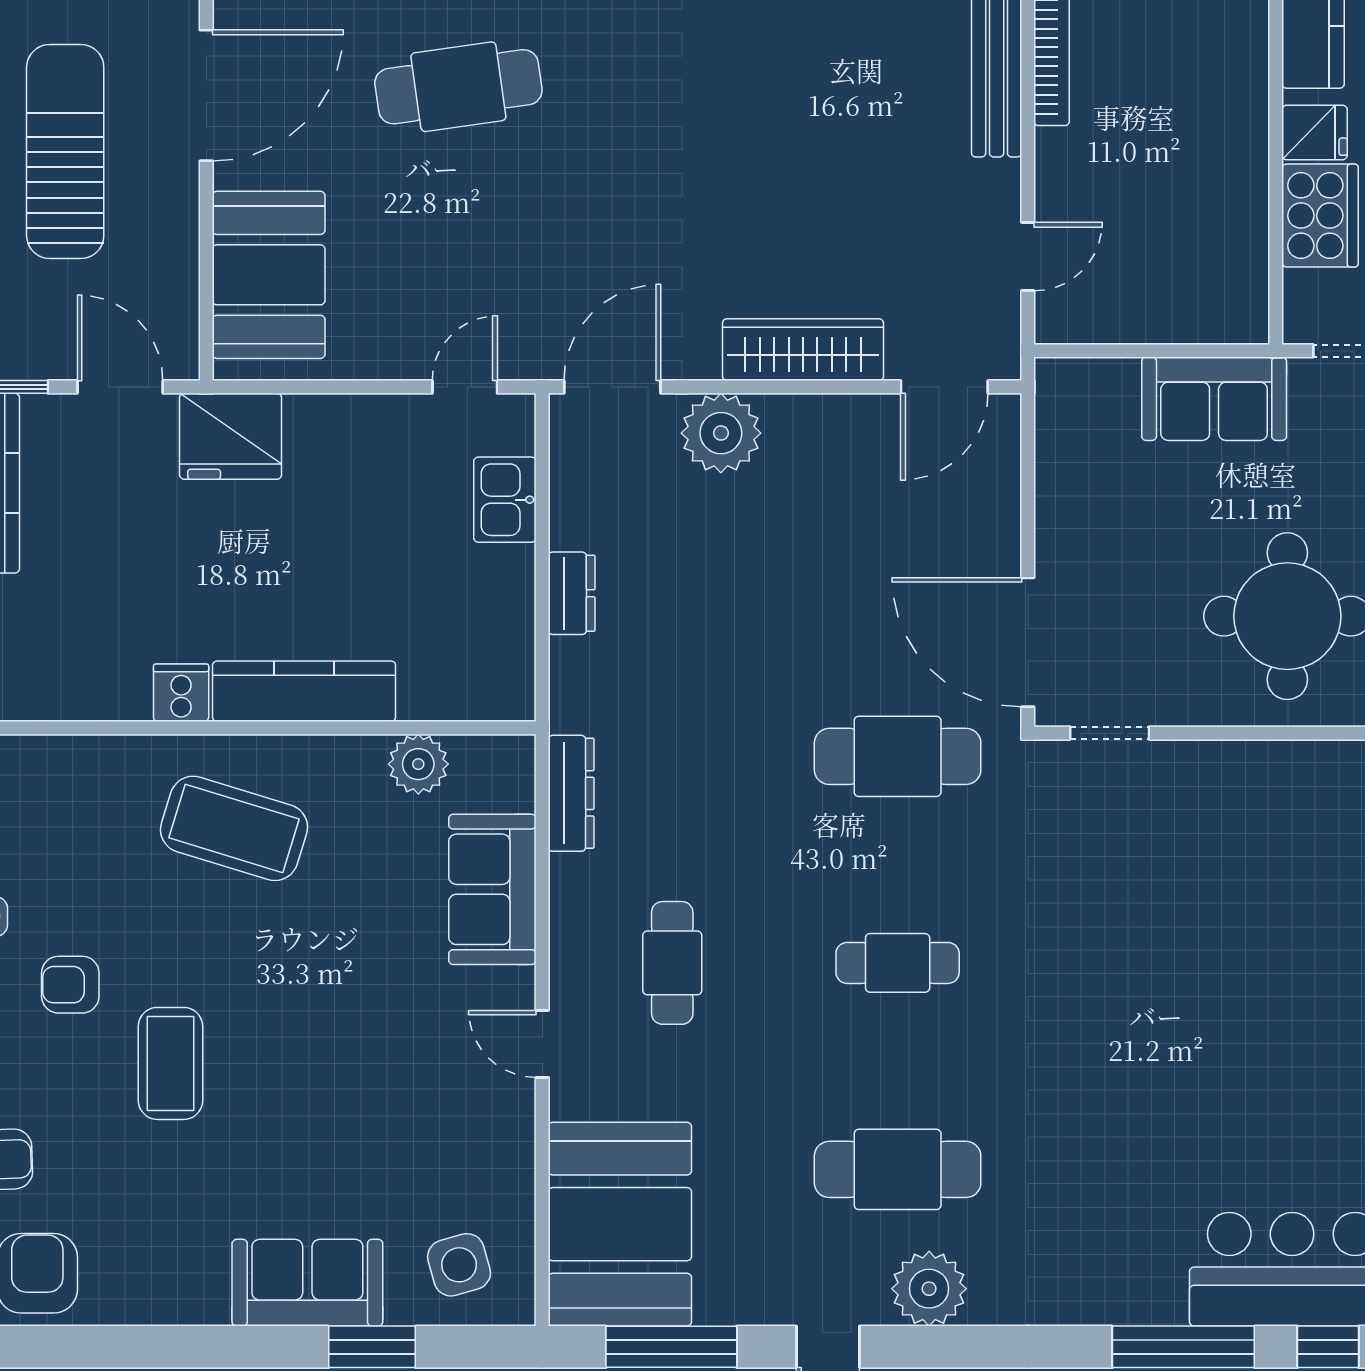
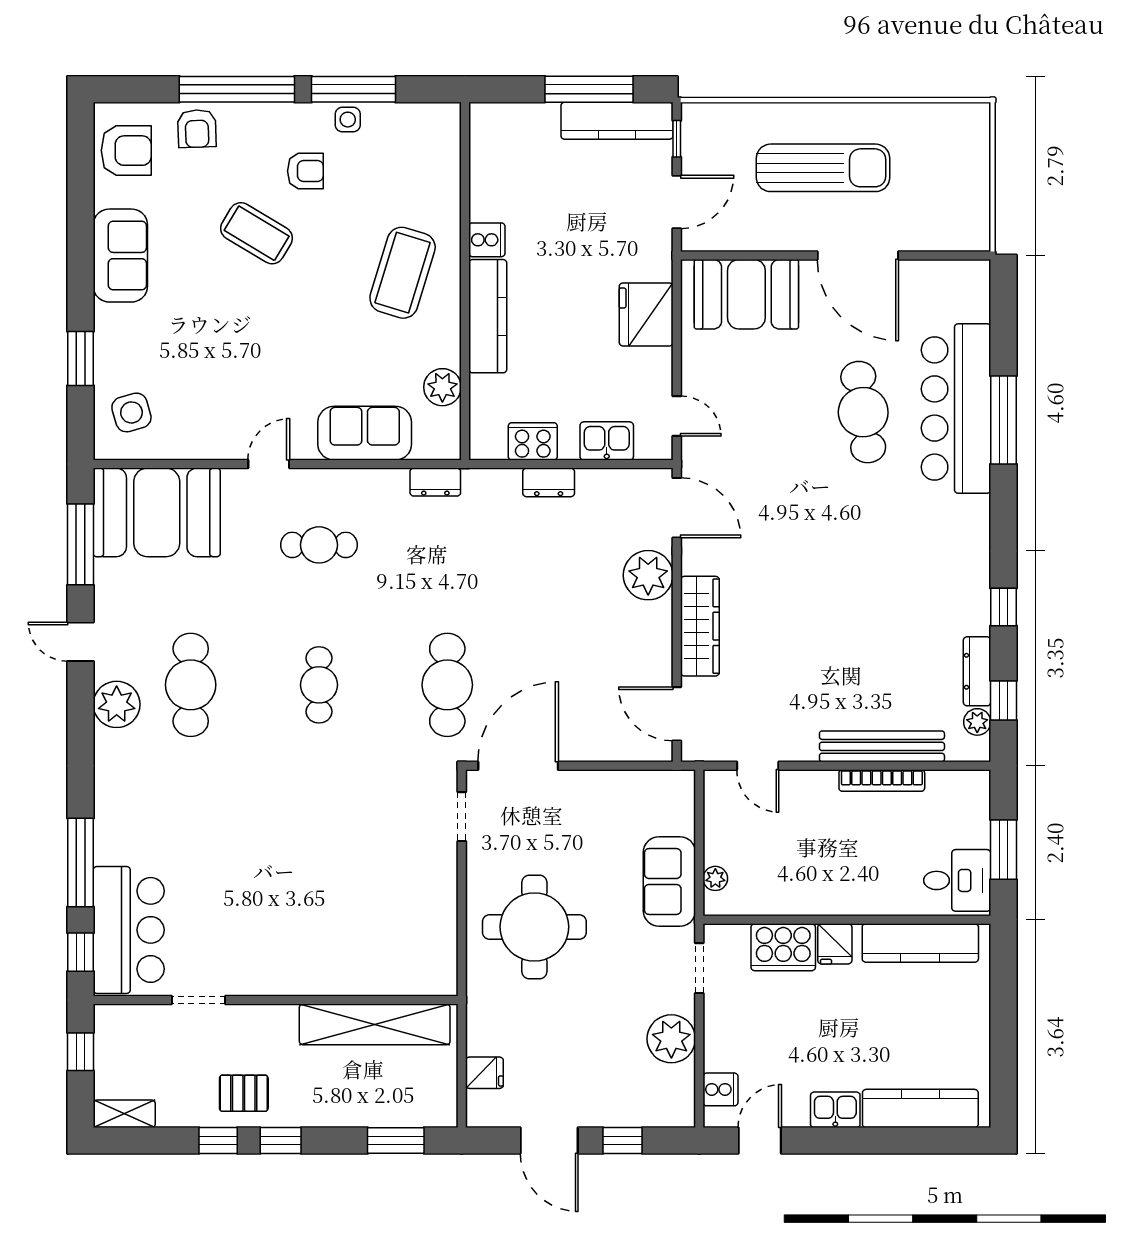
plant: (1209, 325) -> (715, 878), added
fridge: (231, 436) -> (646, 314), moved
cooker: (506, 619) -> (533, 441), added
dresser: (571, 793) -> (435, 482), width x0.70
armchair: (70, 985) -> (305, 171), turned 90
coffee table: (170, 1063) -> (257, 233), turned 31
sofa: (307, 1283) -> (120, 256), moved

